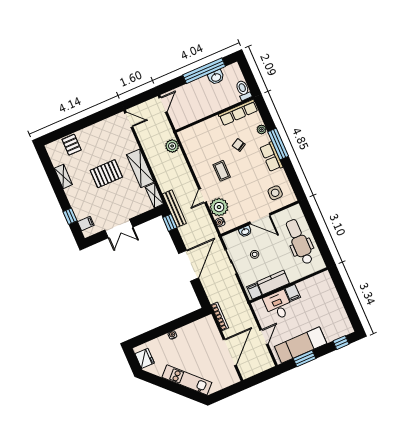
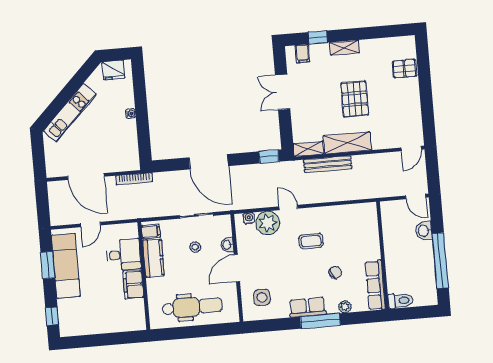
washbasin: (216, 77) -> (424, 231), moved
plant: (172, 146) -> (361, 191), removed
shelving: (63, 176) -> (344, 48), moved
bench: (174, 209) -> (328, 164), moved
filing cabinet: (293, 293) -> (133, 285), width x2.00
door: (264, 337) -> (91, 224), hinge flipped

